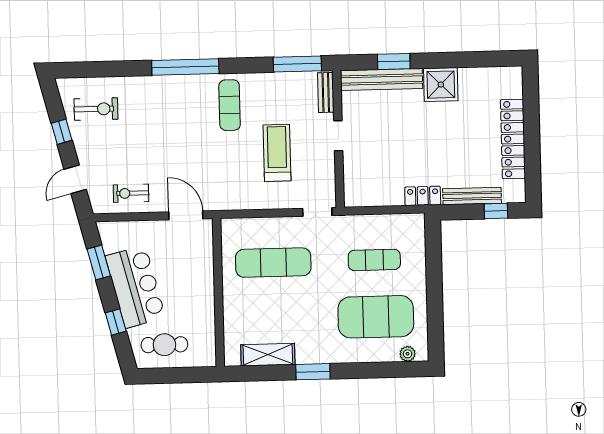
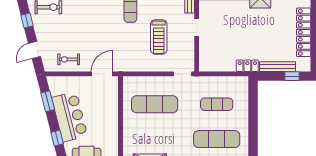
treadmill: (277, 153) -> (159, 37), turned 180
door: (186, 215) -> (102, 74), hinge flipped
exercise mat: (376, 317) -> (217, 139), width x0.68

